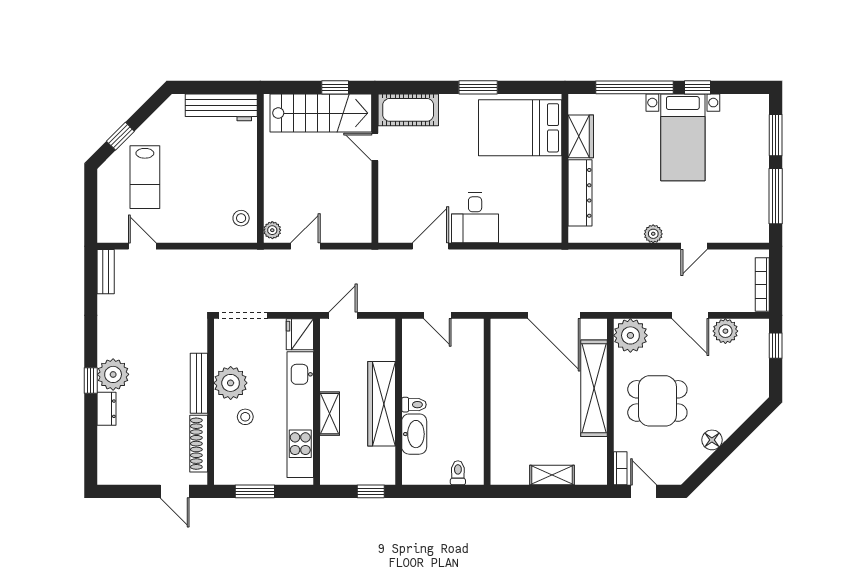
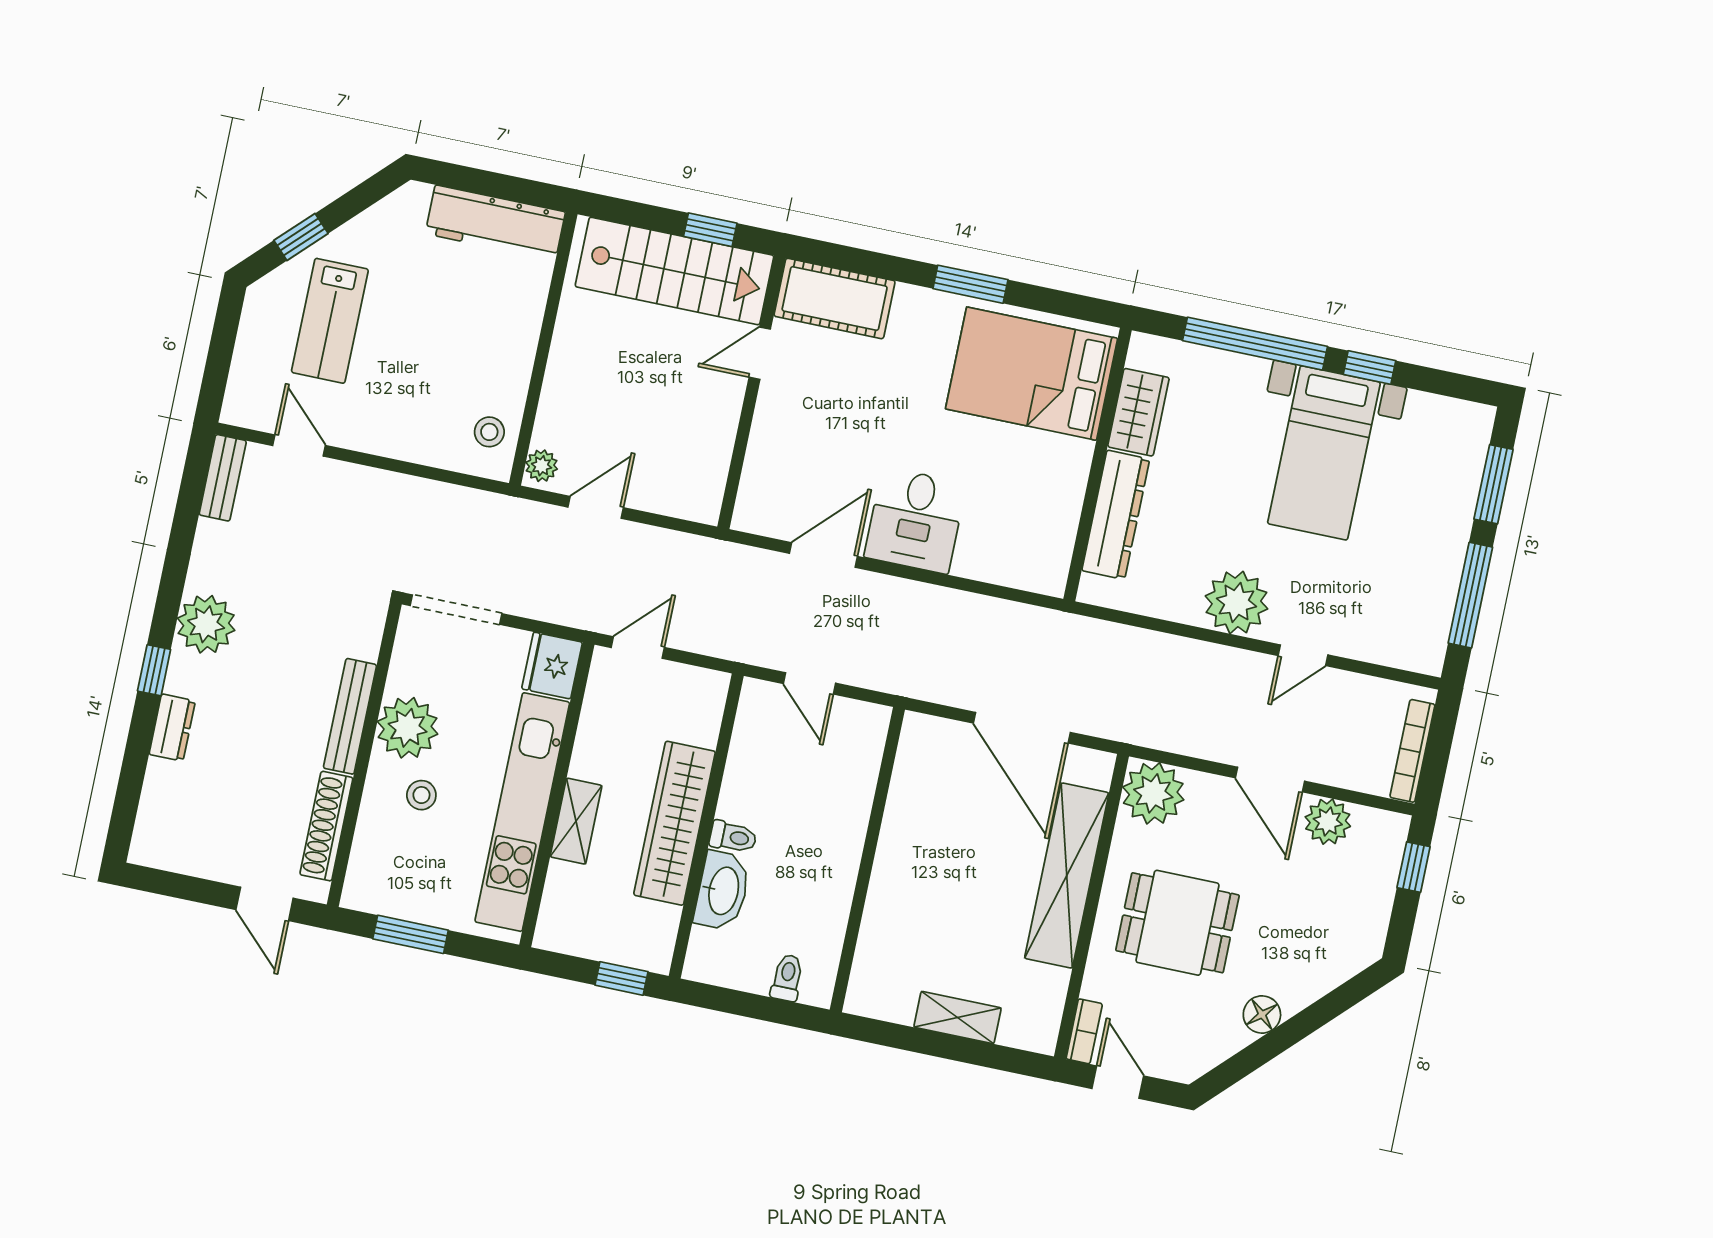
door: (375, 147) -> (760, 353), hinge flipped
plant: (653, 234) -> (1236, 602), width x1.87, depth x1.87
plant: (113, 374) -> (206, 624), moved

